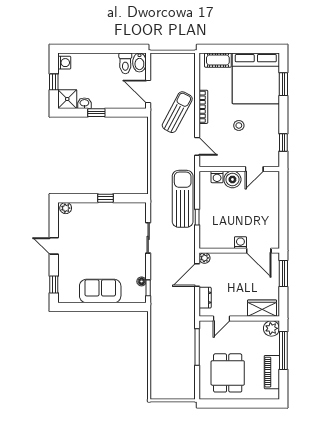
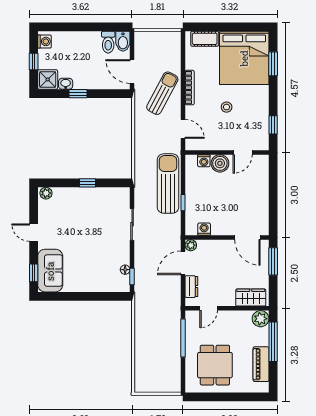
washing machine: (240, 243) -> (204, 229), moved
sofa: (100, 291) -> (50, 271), moved, turned 90

